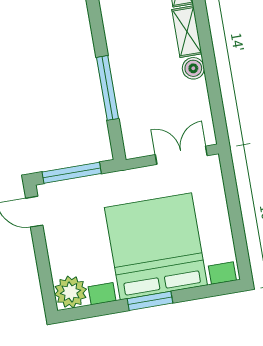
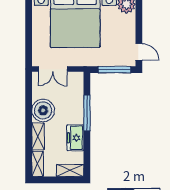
freezer: (121, 41) -> (75, 138), added
boiler: (193, 68) -> (43, 110), width x1.86, depth x1.86

